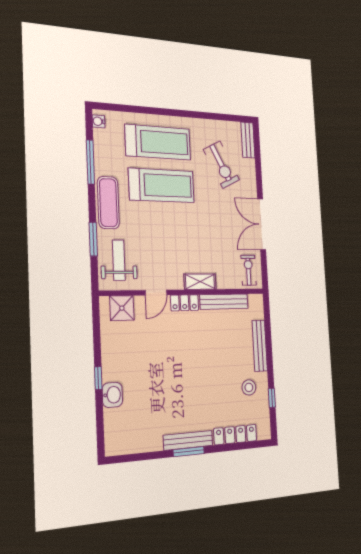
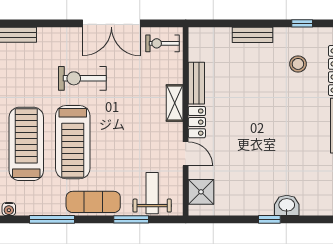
exercise bike: (221, 165) -> (82, 78), moved, turned -153
treadmill: (162, 185) -> (73, 142), turned 180
weight bench: (119, 260) -> (152, 193), turned 90
bench: (224, 302) -> (196, 83), width x0.73
bench: (260, 346) -> (252, 35), width x0.73
stool: (249, 387) -> (298, 64), moved

